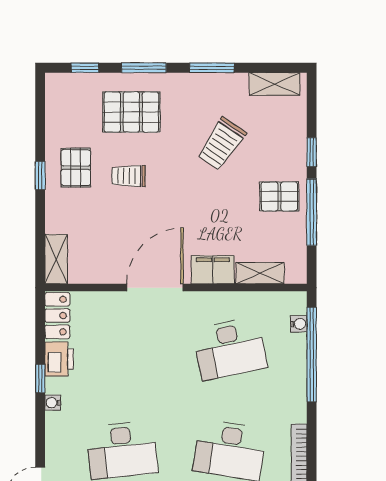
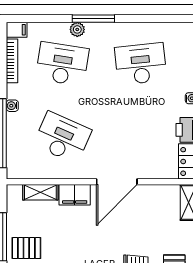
water cooler: (299, 324) -> (12, 106), moved
desk: (230, 349) -> (62, 138), turned 36

